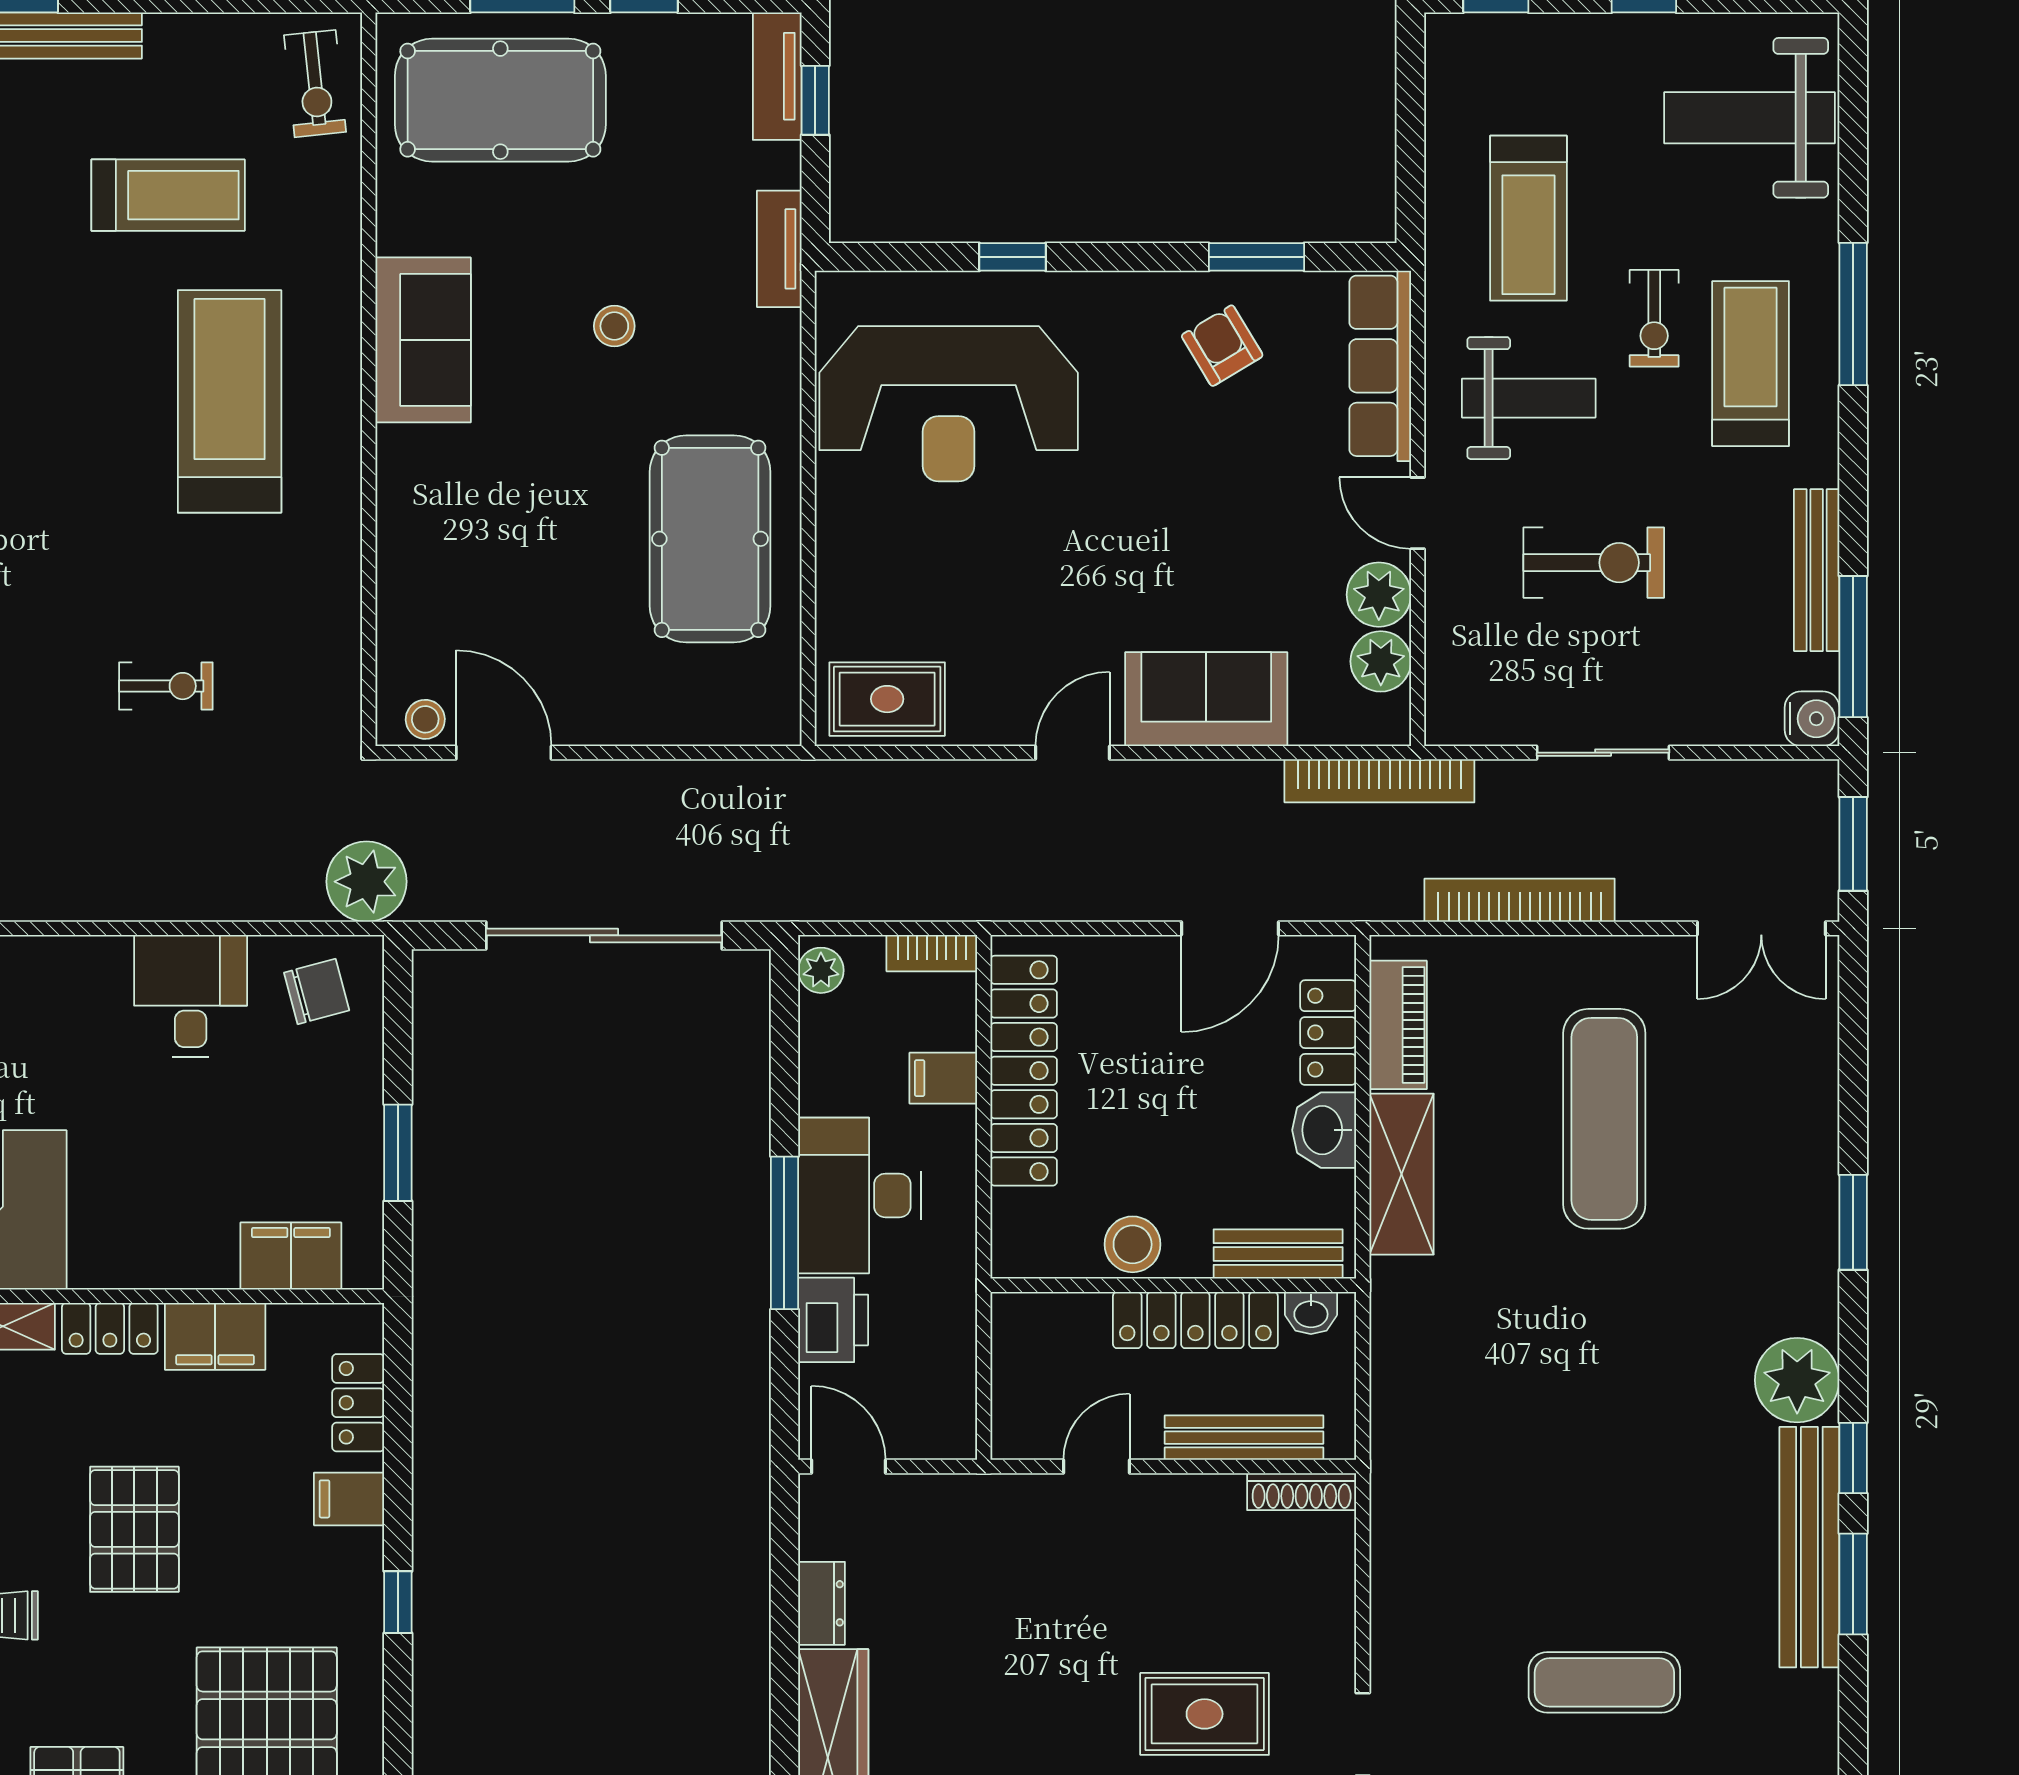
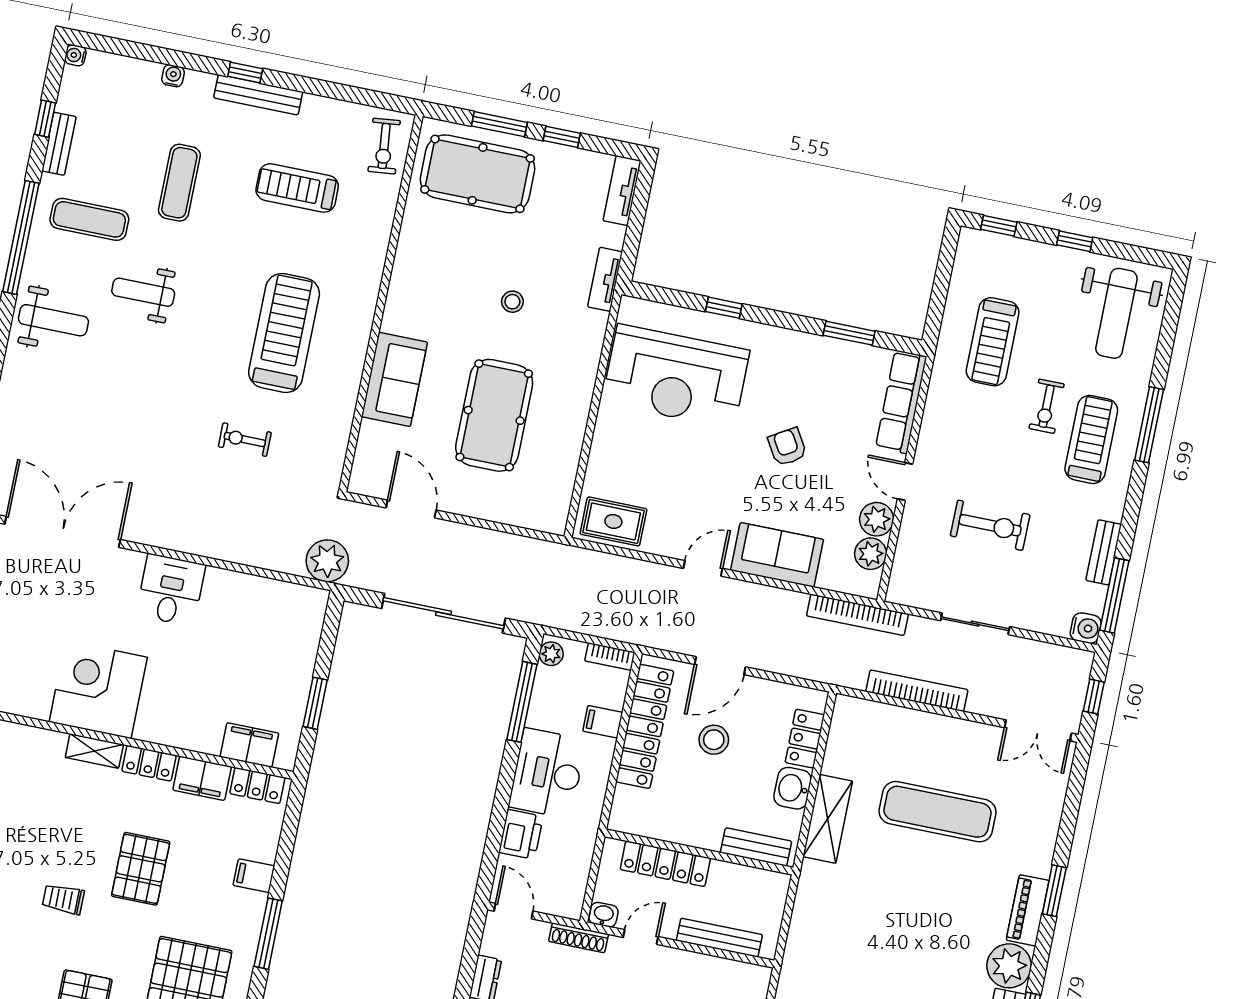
window: (815, 100) -> (639, 207), removed
weight bench: (1749, 118) -> (1116, 313), turned -90
treadmill: (168, 195) -> (297, 188), turned 180
sofa: (423, 340) -> (394, 379), moved
armchair: (1222, 346) -> (787, 447), moved
weight bench: (1529, 398) -> (974, 434), removed
treadmill: (230, 401) -> (284, 333), moved
pool table: (710, 539) -> (494, 415), moved
bench: (1817, 570) -> (1104, 552), width x0.73
exercise bike: (166, 686) -> (245, 440), turned 180
stool: (425, 719) -> (374, 484), removed
window: (1853, 844) -> (1094, 697), width x0.67
door: (1230, 928) -> (720, 666), moved
chair: (317, 991) -> (290, 612), removed
desk: (191, 996) -> (171, 590), moved
piano: (1398, 1025) -> (1028, 910), moved, turned 180
exercise mat: (1604, 1119) -> (937, 812), turned 90
window: (784, 1233) -> (522, 702), moved
stool: (1133, 1244) -> (714, 740), moved
washbasin: (1311, 1313) -> (604, 915), moved, turned 180
locker: (1195, 1320) -> (665, 864), moved
locker: (358, 1403) -> (257, 785), moved, turned -90
shoe rack: (1302, 1492) -> (578, 938), moved
window: (398, 1602) -> (268, 934), width x2.17

